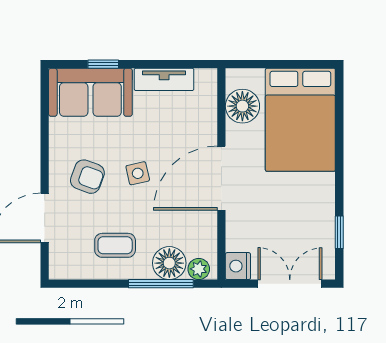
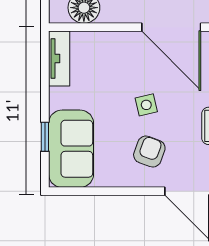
tv unit: (164, 79) -> (59, 58), moved
door: (221, 178) -> (171, 27), moved

